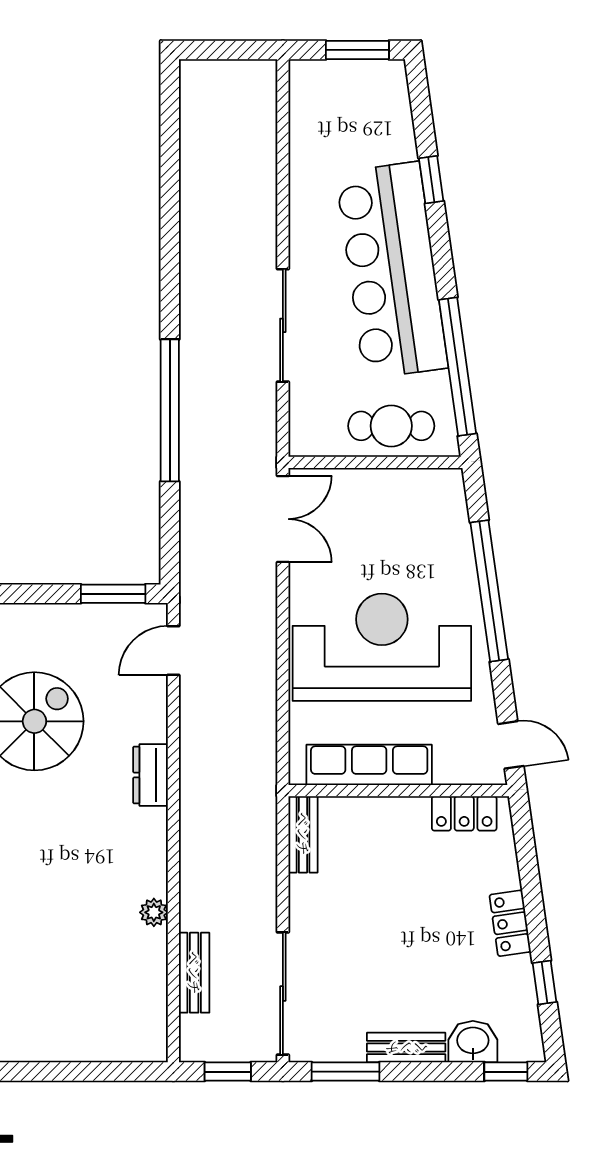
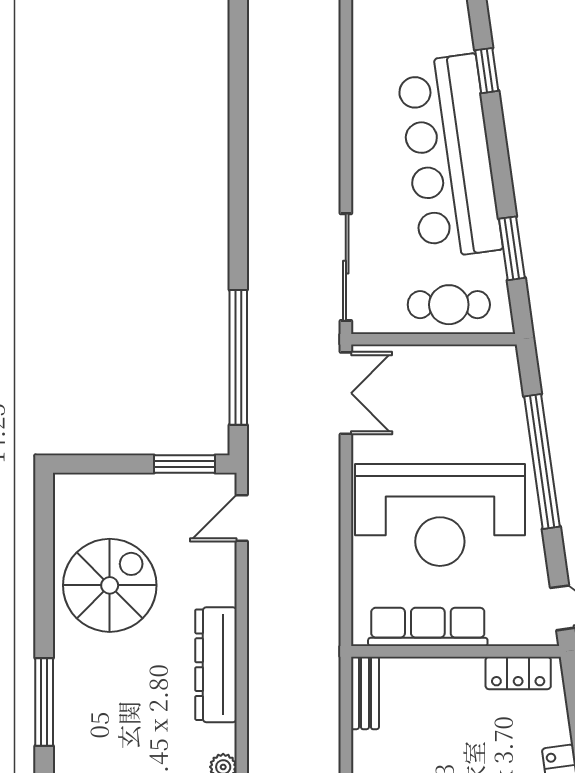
sliding door: (283, 325) -> (346, 267), moved
window: (458, 367) -> (512, 248), width x0.47
window: (170, 410) -> (238, 357), moved
reception desk: (382, 647) -> (440, 515), turned 180
dresser: (151, 775) -> (216, 665), width x1.96, depth x1.24

